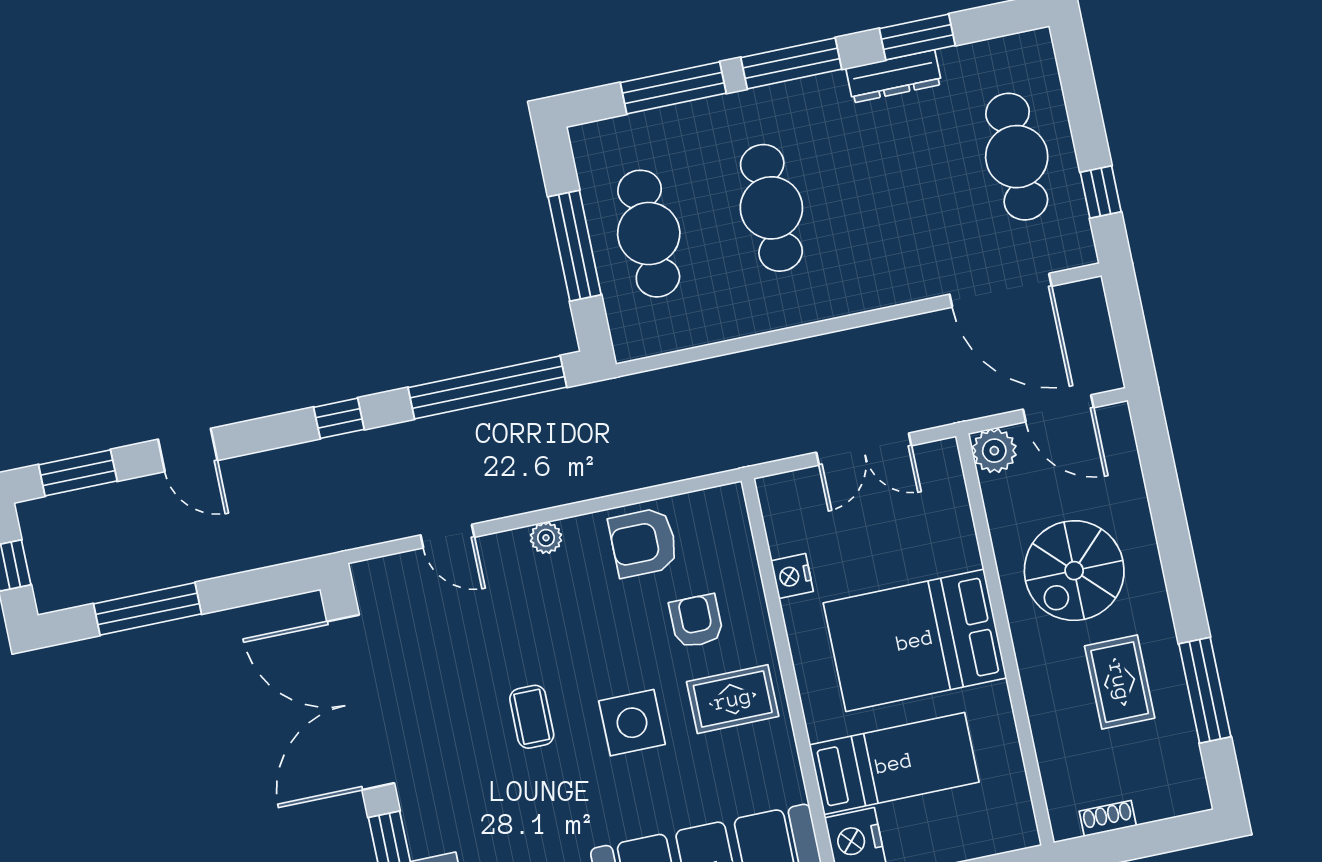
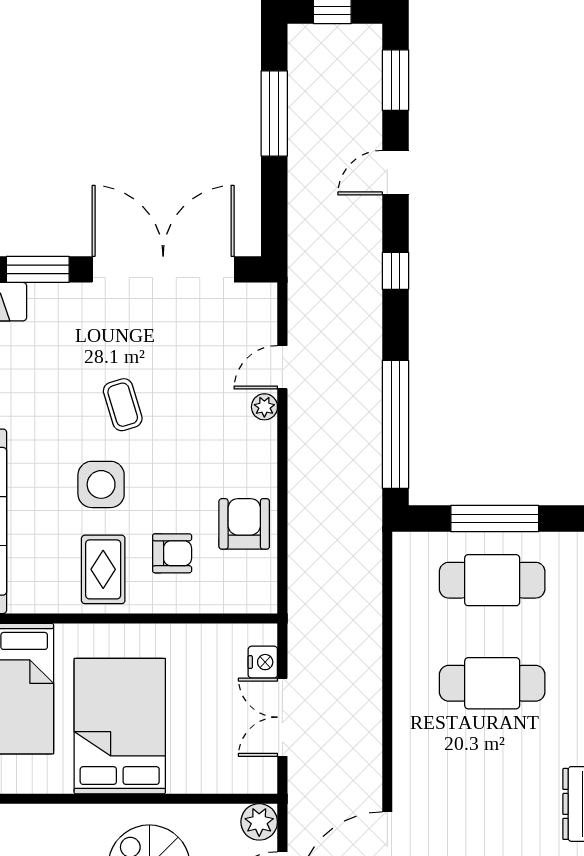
window: (339, 418) -> (395, 271), moved
plant: (546, 538) -> (264, 407), moved
nightstand: (792, 576) -> (263, 662), moved, turned 90
coffee table: (532, 717) -> (123, 405), turned 73

